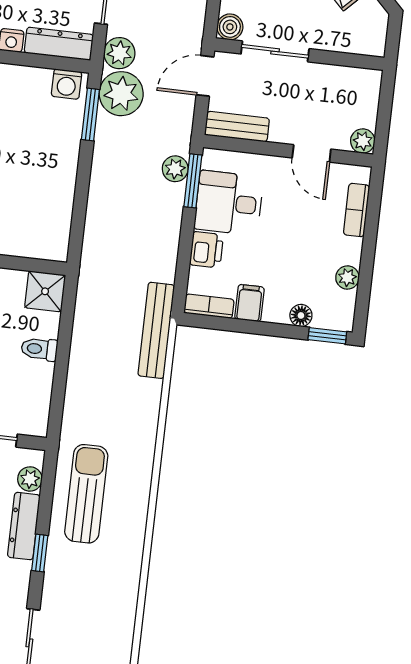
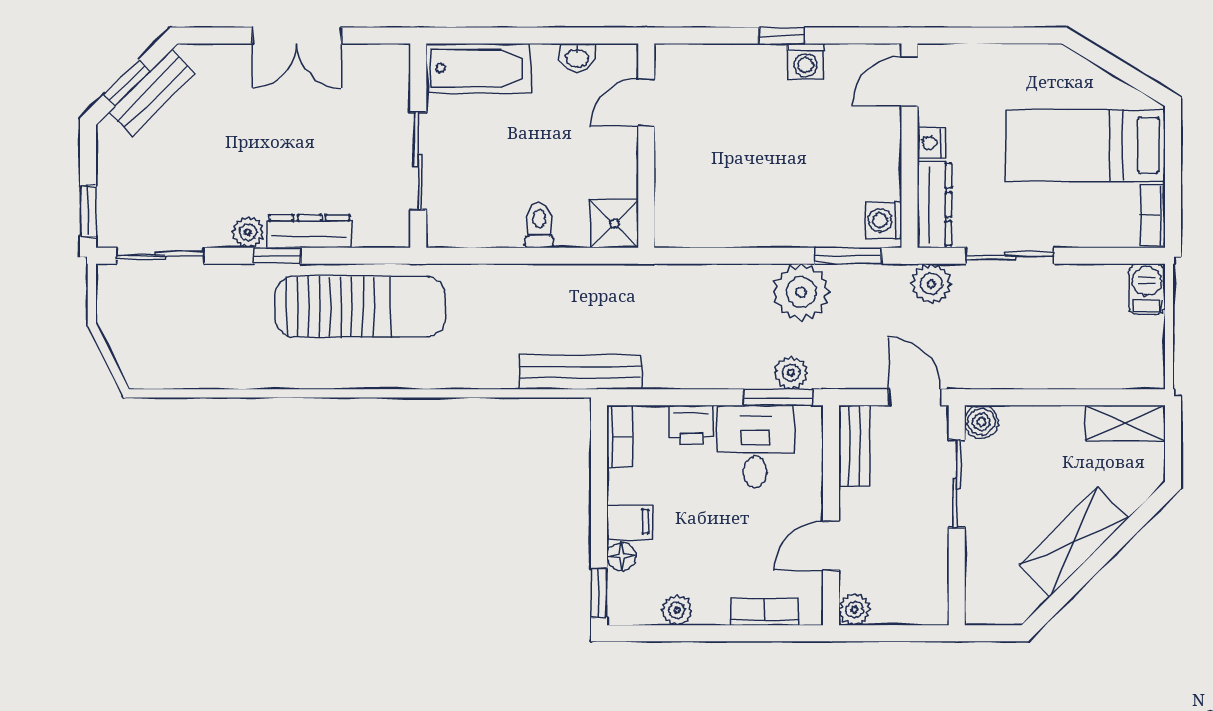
plant: (121, 94) -> (801, 292), moved
filing cabinet: (249, 303) -> (630, 522), moved
plant: (30, 479) -> (248, 232), moved
sun lounger: (86, 494) -> (360, 307), width x1.36, depth x1.34

